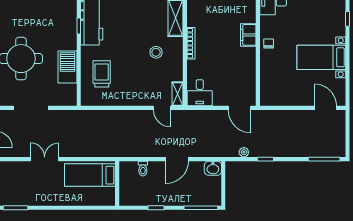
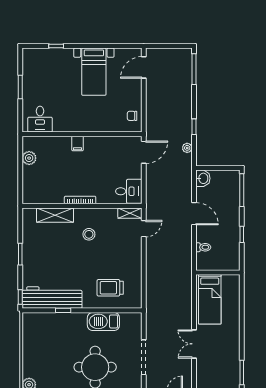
filing cabinet: (248, 35) -> (77, 143), width x0.50
chair: (269, 43) -> (132, 116), moved

